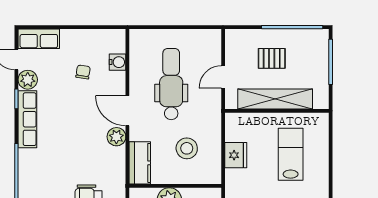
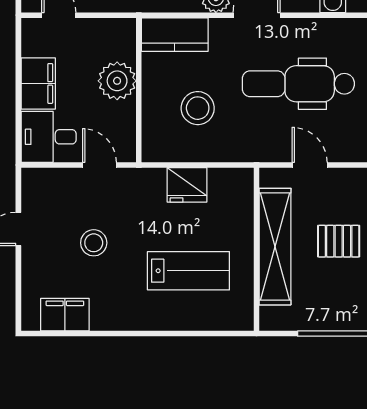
pallet: (272, 58) -> (339, 241), turned 90
dental chair: (171, 84) -> (298, 84), turned 180

